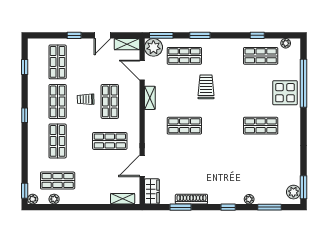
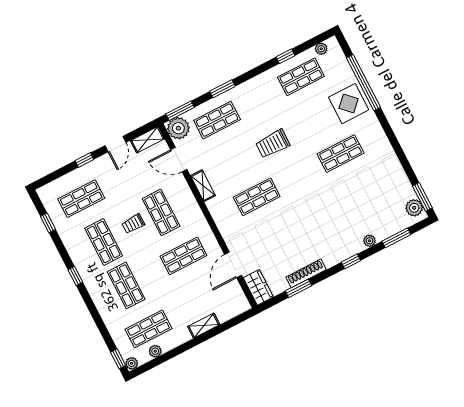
shop shelf: (58, 62) -> (81, 199), turned 90
trolley: (206, 87) -> (273, 144), moved, turned -90
shelving: (123, 199) -> (204, 326), moved

